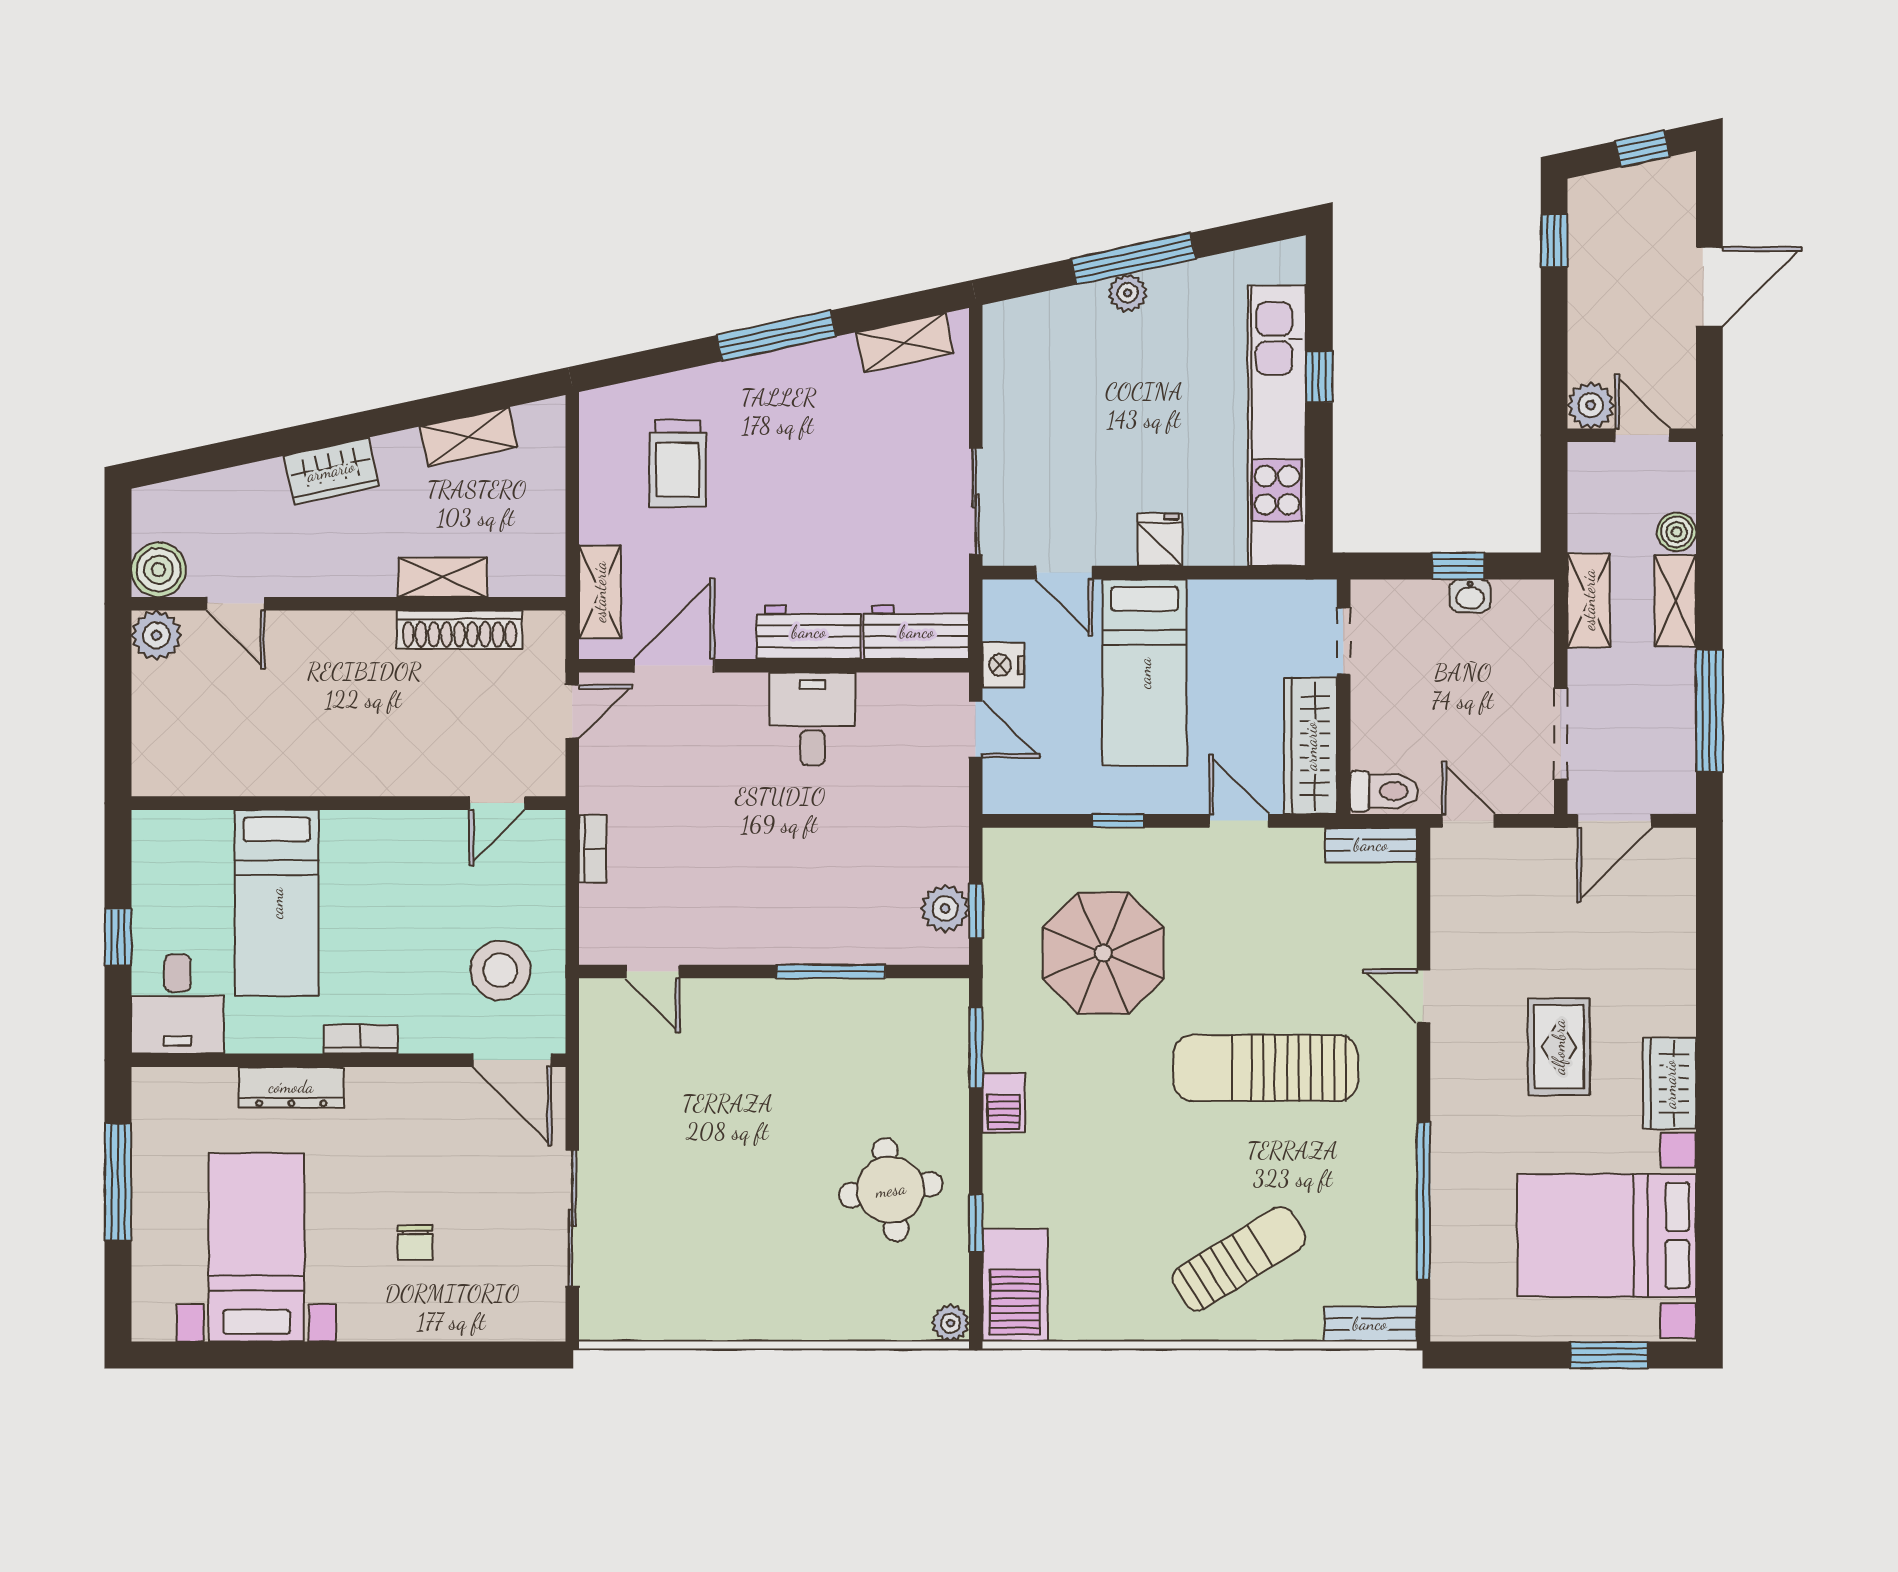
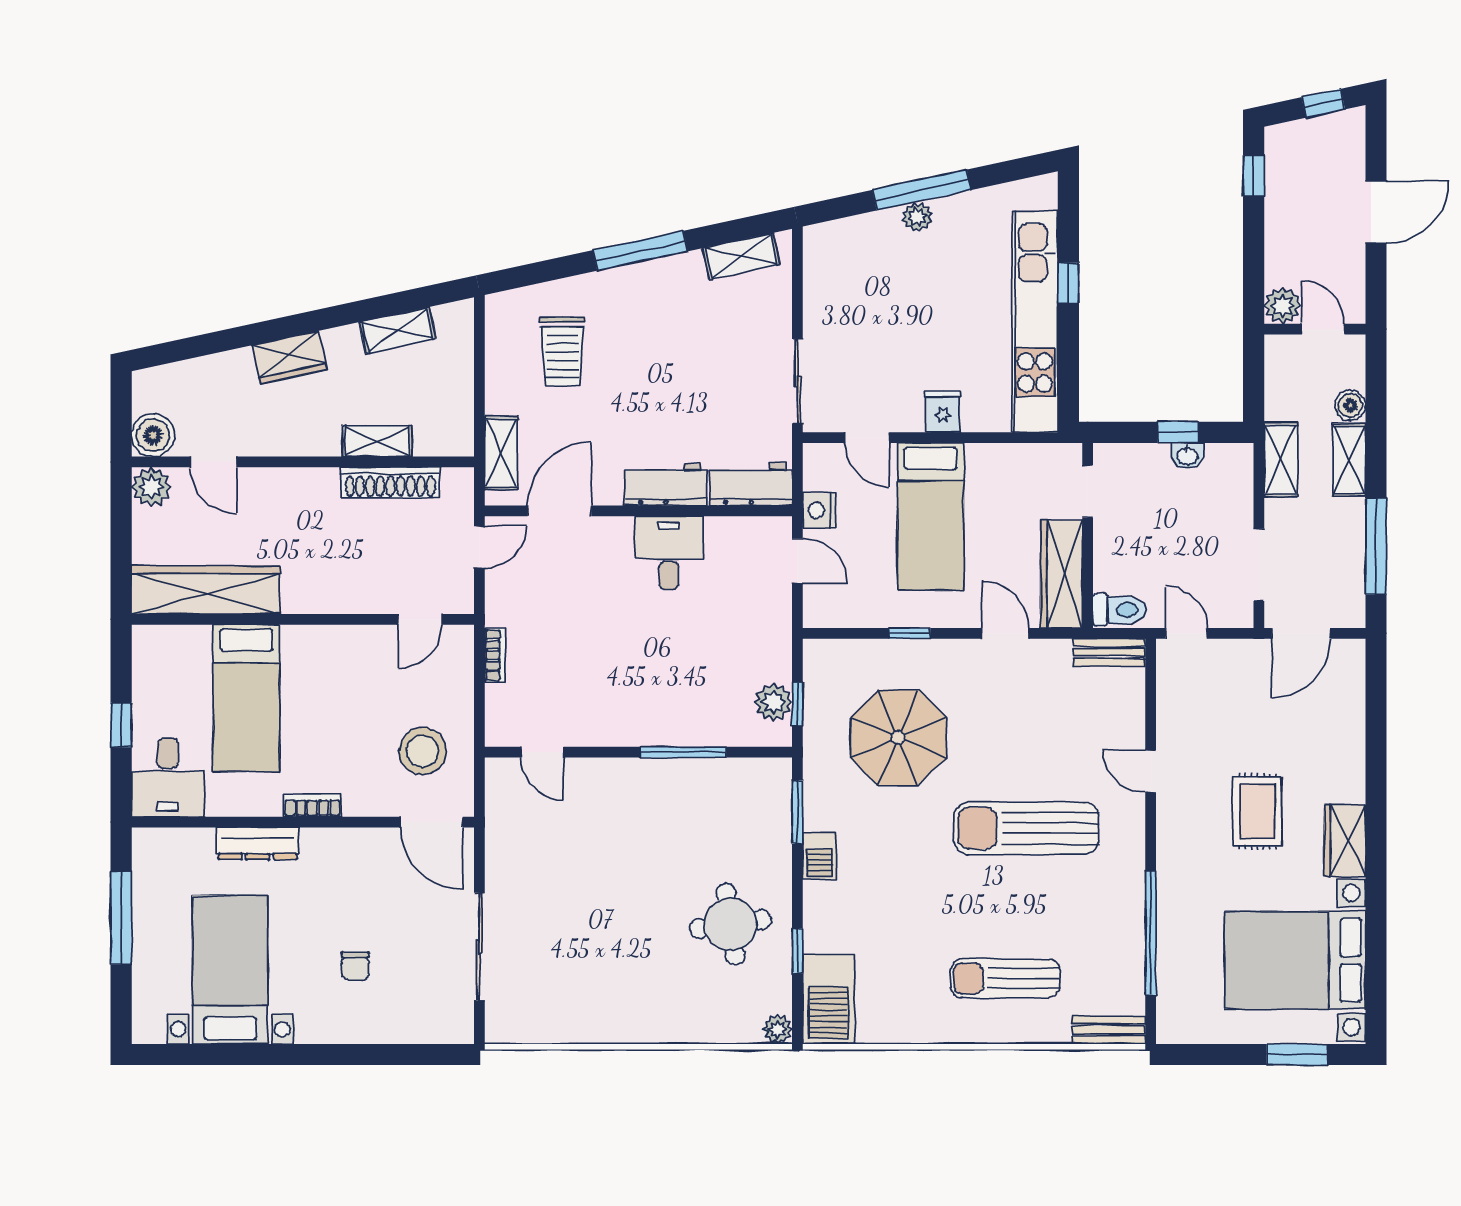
wardrobe: (225, 766) -> (206, 590), added
sun lounger: (1239, 1259) -> (1005, 978), turned -148

